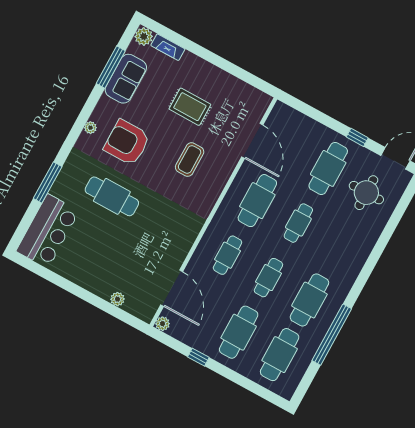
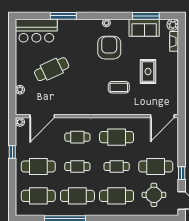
door: (252, 141) -> (162, 116), moved
cafe table: (112, 196) -> (52, 69), moved, turned 65
cafe table: (339, 245) -> (117, 196), added

